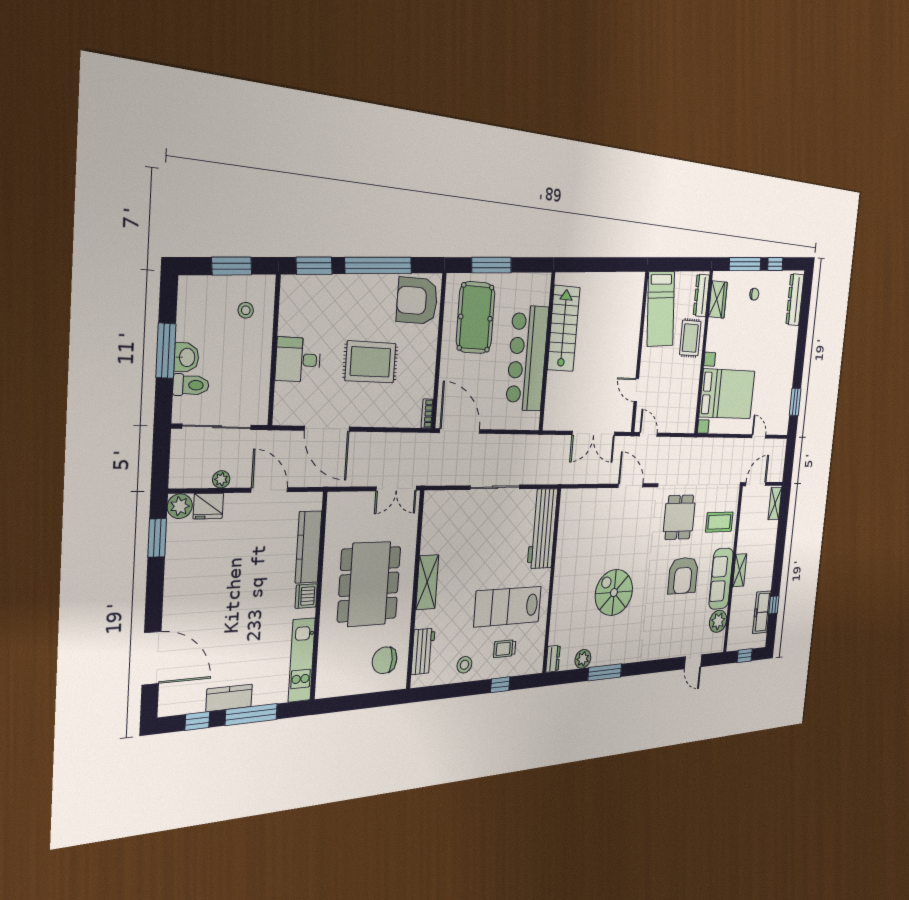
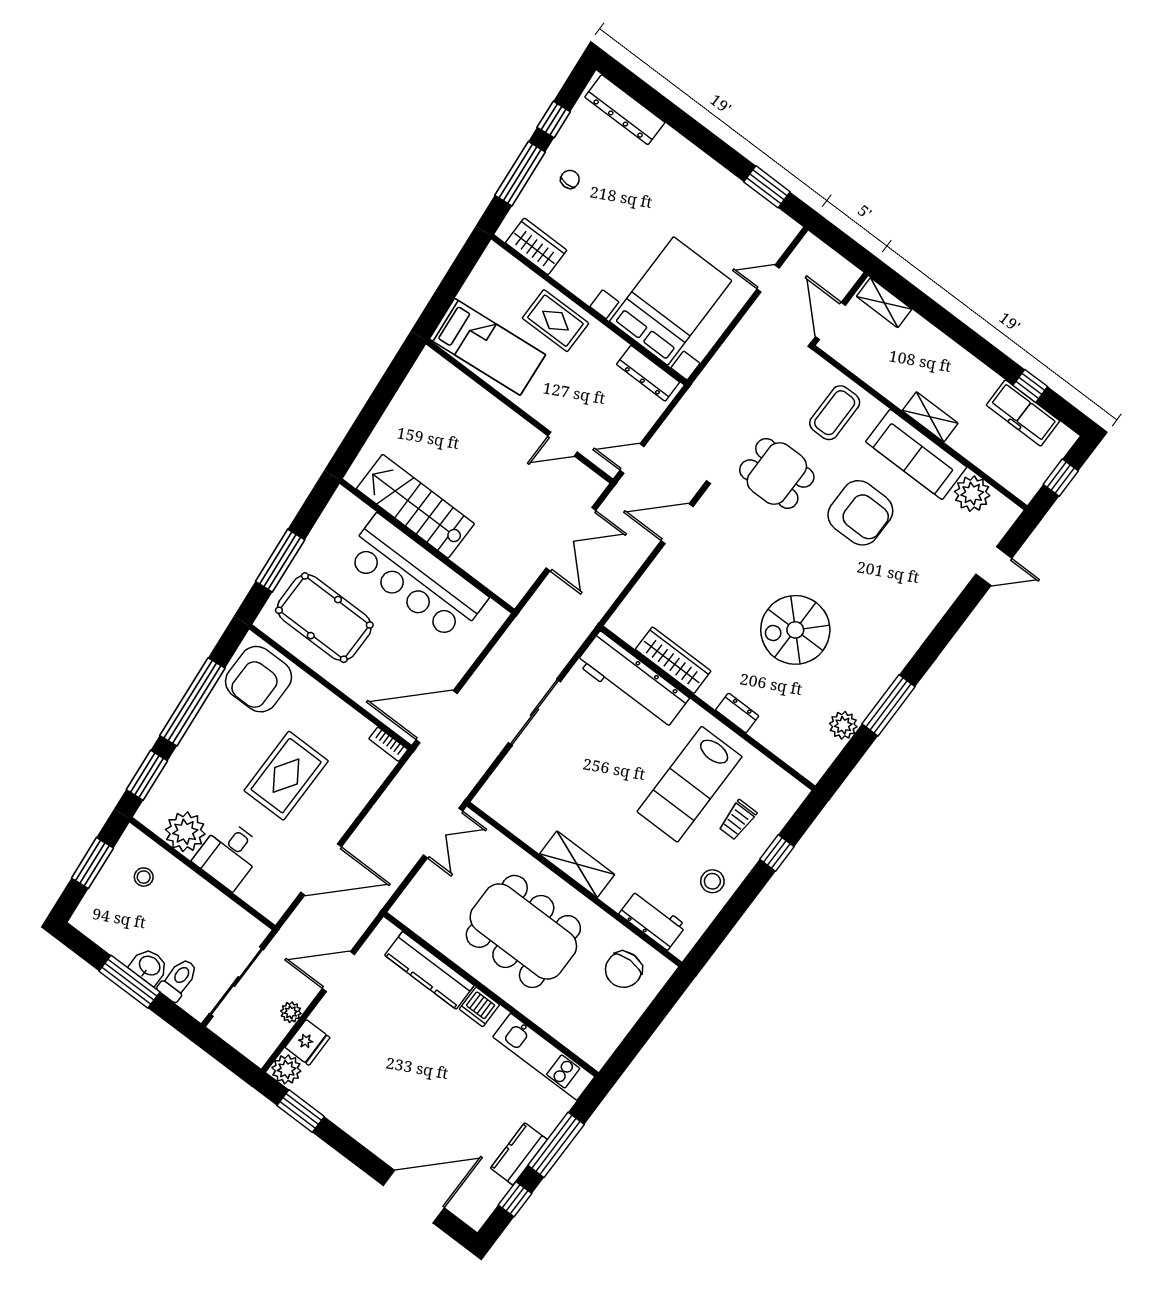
dresser: (701, 295) -> (648, 373), moved
plant: (294, 319) -> (185, 832), added
wardrobe: (565, 542) -> (673, 660), added
dresser: (553, 659) -> (737, 713), moved

